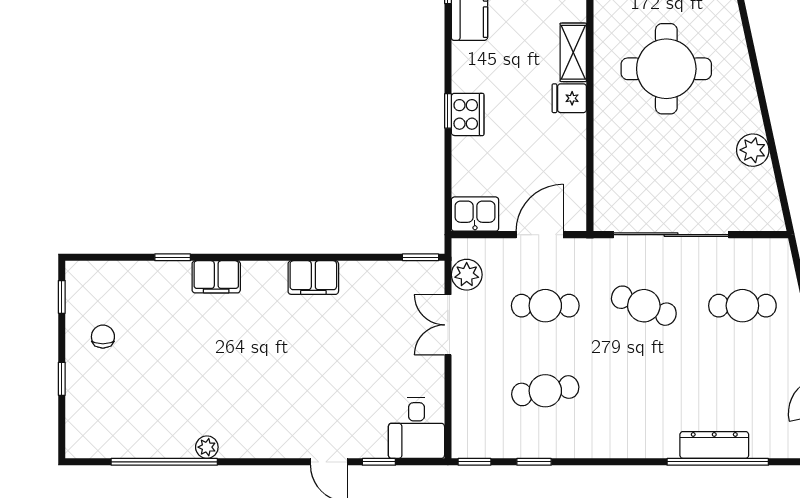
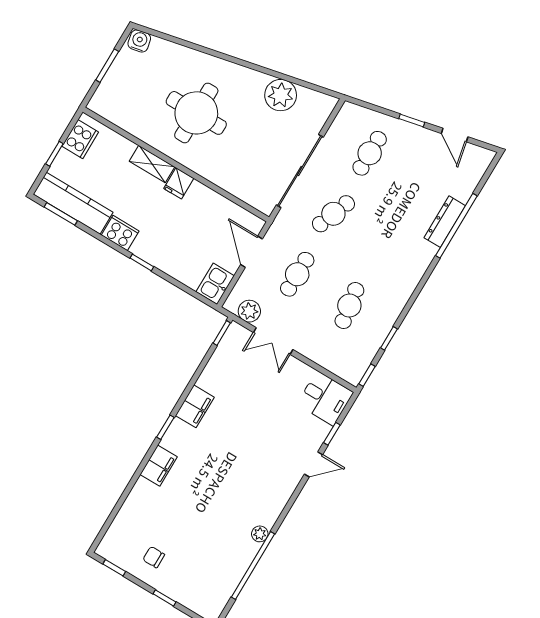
cooker: (468, 114) -> (120, 233), moved
plant: (753, 150) -> (281, 95), width x1.36, depth x1.36
window: (173, 257) -> (165, 427), moved

